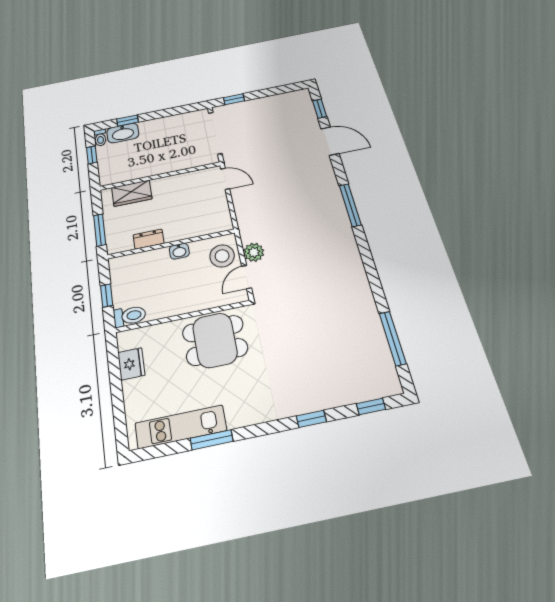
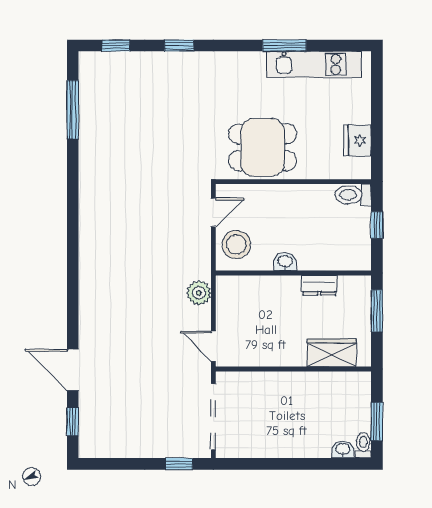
window: (128, 121) -> (324, 464), removed
washbasin: (123, 133) -> (343, 449), width x0.52, depth x0.69
window: (92, 155) -> (377, 421), width x1.50
window: (350, 205) -> (73, 276), removed
plant: (254, 252) -> (199, 293), moved

